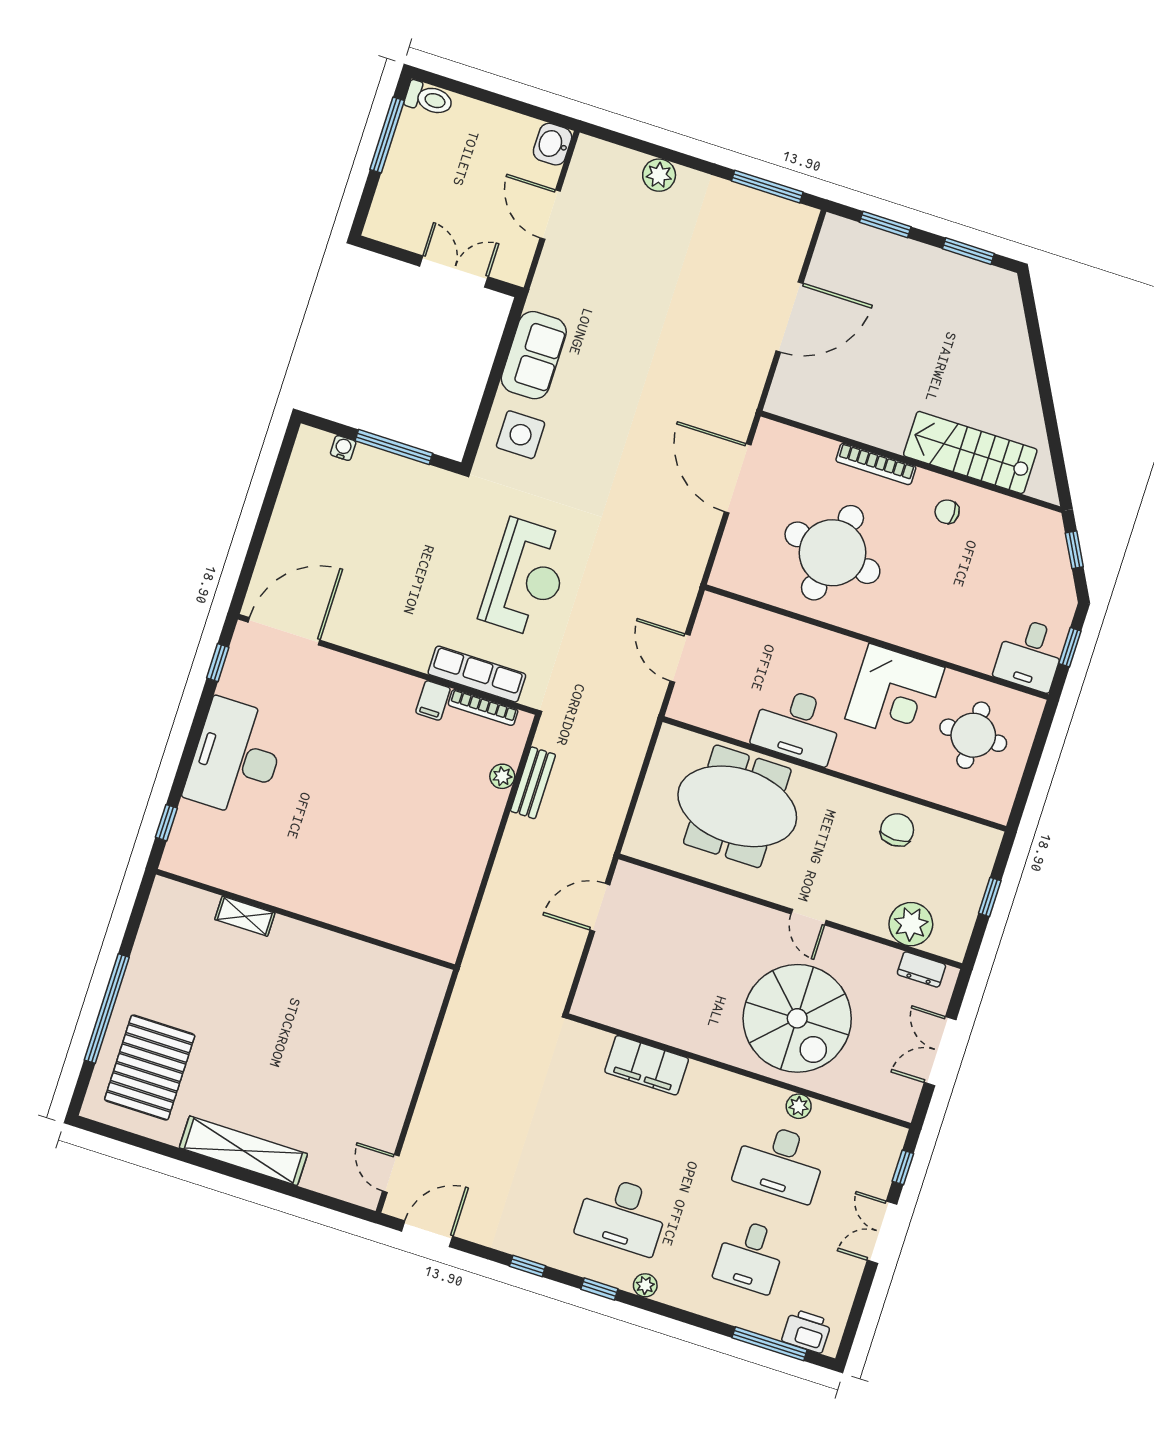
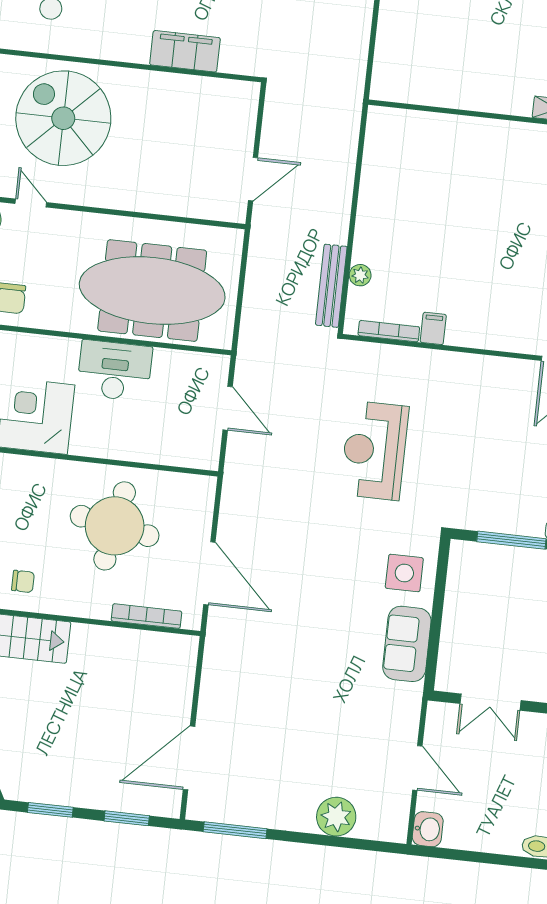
plant: (659, 175) -> (336, 817), width x1.36, depth x1.36
door: (789, 317) -> (189, 758), moved
bookcase: (876, 464) -> (146, 616), moved
row of seats: (477, 674) -> (400, 359), removed
bench: (533, 783) -> (331, 286), width x1.36
meeting table: (737, 806) -> (152, 291), width x1.36
door: (809, 917) -> (31, 203), moved
plant: (799, 1106) -> (47, 43), removed

